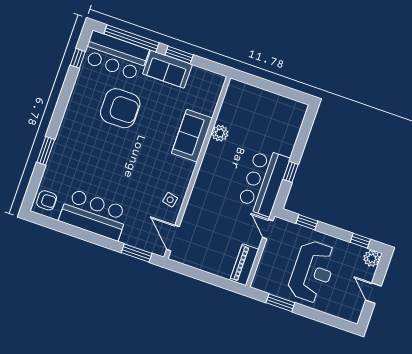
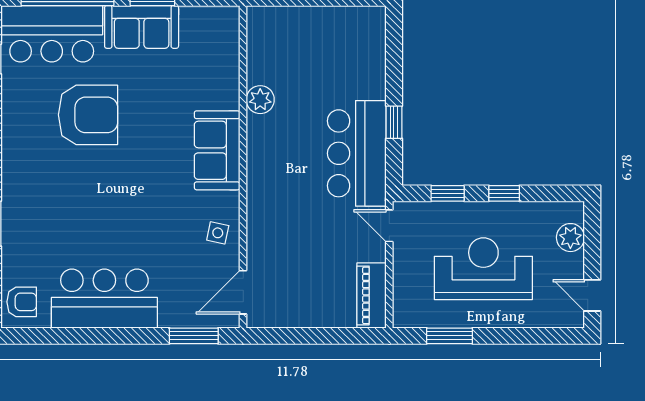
sofa: (192, 136) -> (217, 150), moved
door: (173, 238) -> (243, 292), hinge flipped
window: (360, 241) -> (504, 193), moved
plant: (372, 258) -> (570, 238), moved
reception desk: (312, 271) -> (483, 269), turned -90
door: (373, 293) -> (592, 295), moved

